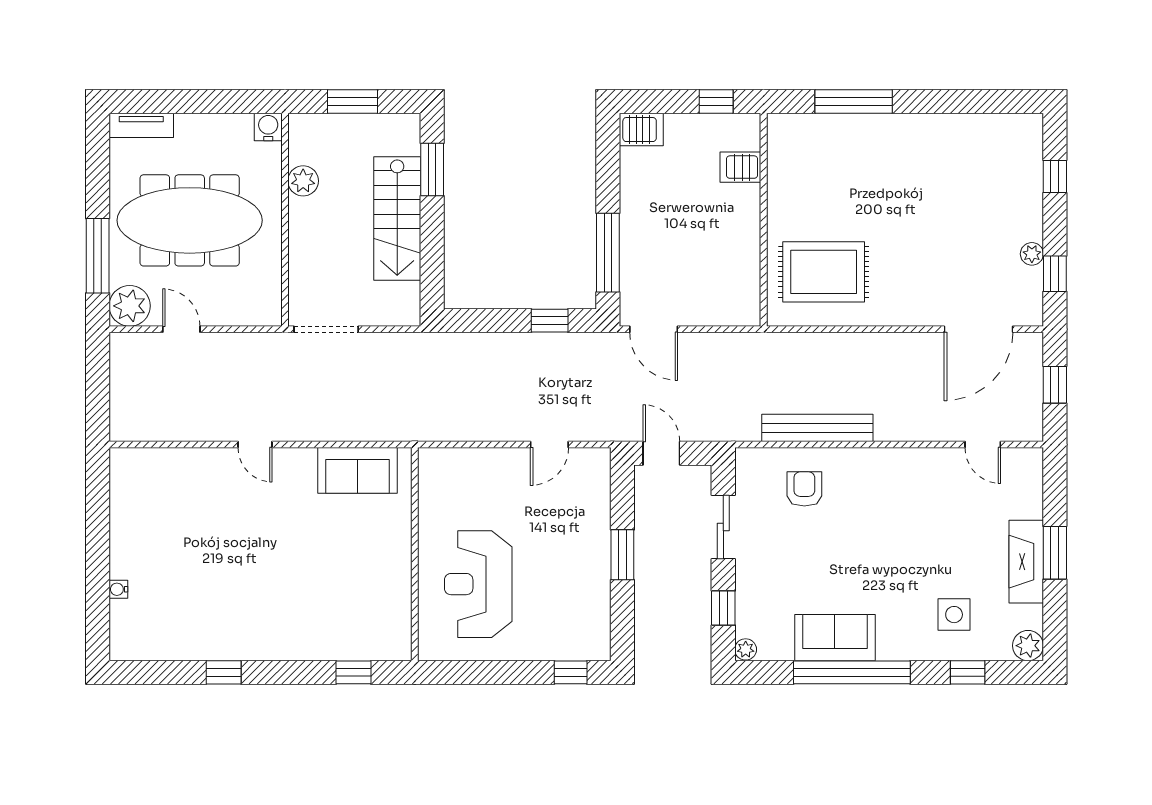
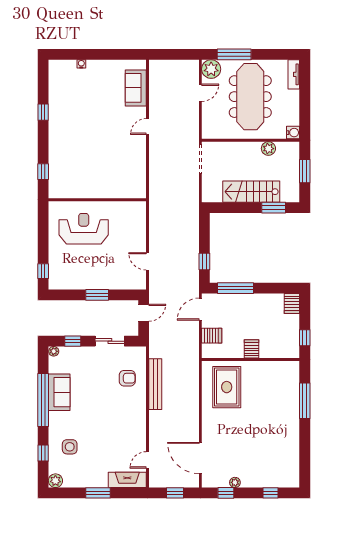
server rack: (740, 167) -> (252, 349), moved
server rack: (711, 305) -> (212, 336), added
sofa: (357, 470) -> (136, 88), moved
fireplace: (1026, 562) -> (127, 480), moved

